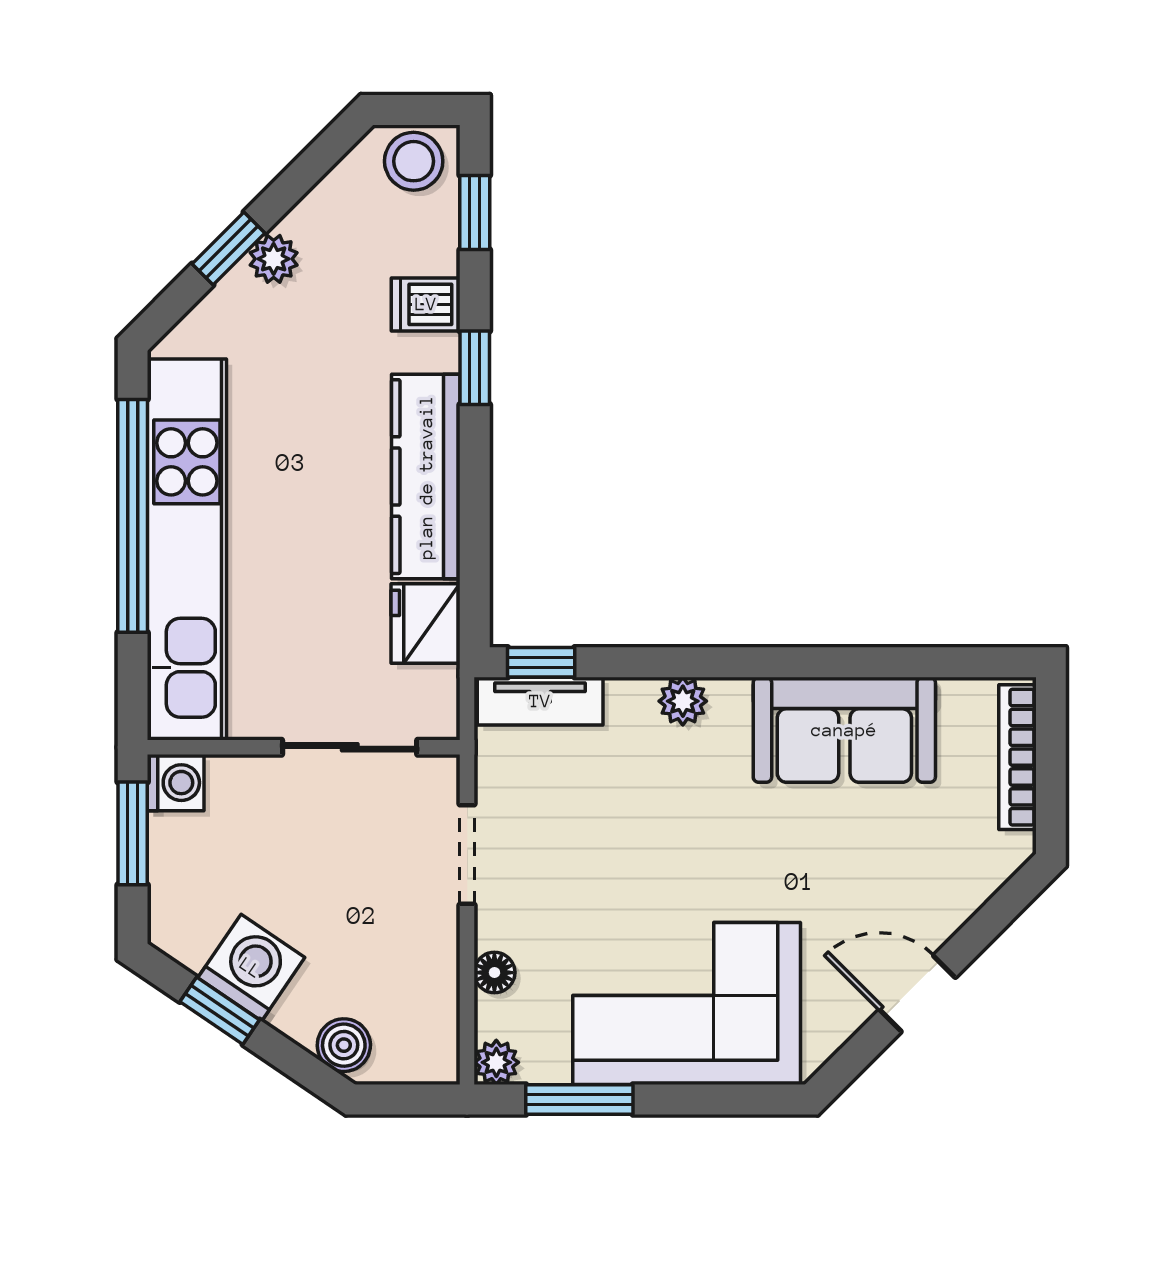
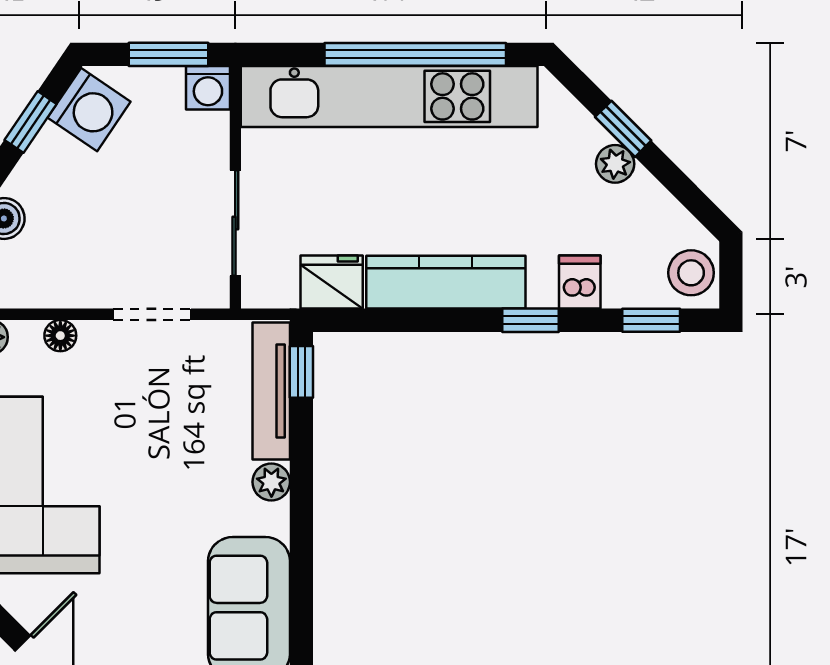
tv unit: (540, 701) -> (271, 391), width x1.41
washing machine: (251, 968) -> (89, 110), moved

